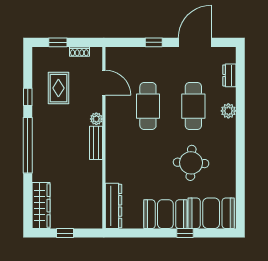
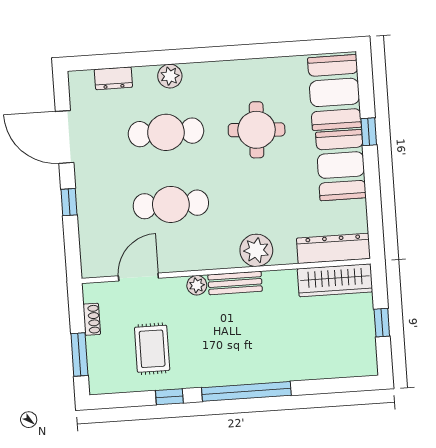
window: (58, 42) -> (79, 354), width x1.50
rug: (58, 88) -> (152, 349), turned 90
plant: (116, 158) -> (256, 250), added
wardrobe: (41, 206) -> (335, 280), moved, turned 180

